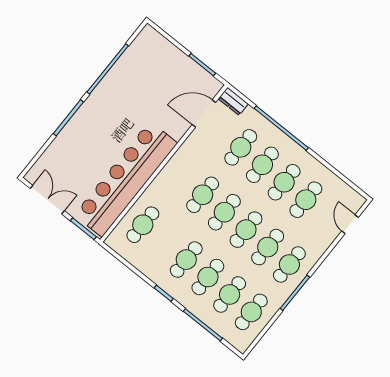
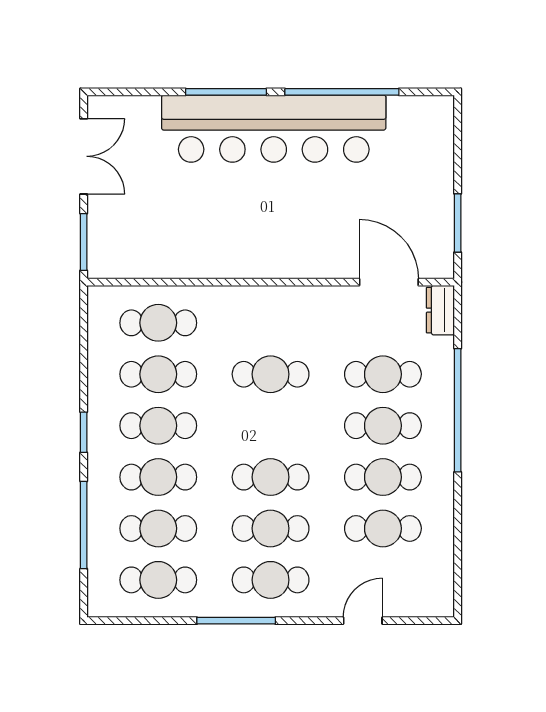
bar counter: (126, 179) -> (274, 129), moved, turned 180
cafe table: (224, 212) -> (158, 374), moved
door: (350, 224) -> (363, 621), moved

